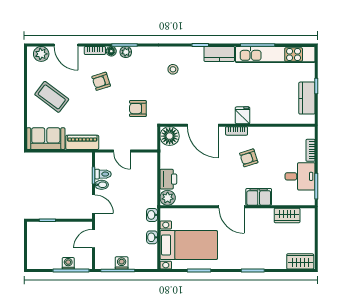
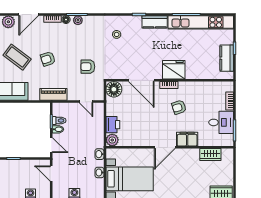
door: (66, 45) -> (29, 14), hinge flipped
armchair: (101, 81) -> (48, 59), moved
fridge: (243, 115) -> (174, 70), width x1.88, depth x1.34
piano: (82, 142) -> (53, 94), moved
door: (122, 151) -> (86, 102), moved
door: (232, 207) -> (165, 147), hinge flipped
door: (93, 239) -> (51, 174), hinge flipped

